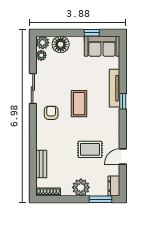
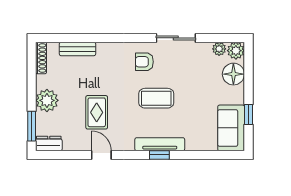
tv unit: (114, 88) -> (160, 144), moved
armchair: (51, 113) -> (144, 62), turned 180
door: (123, 157) -> (101, 155), moved

